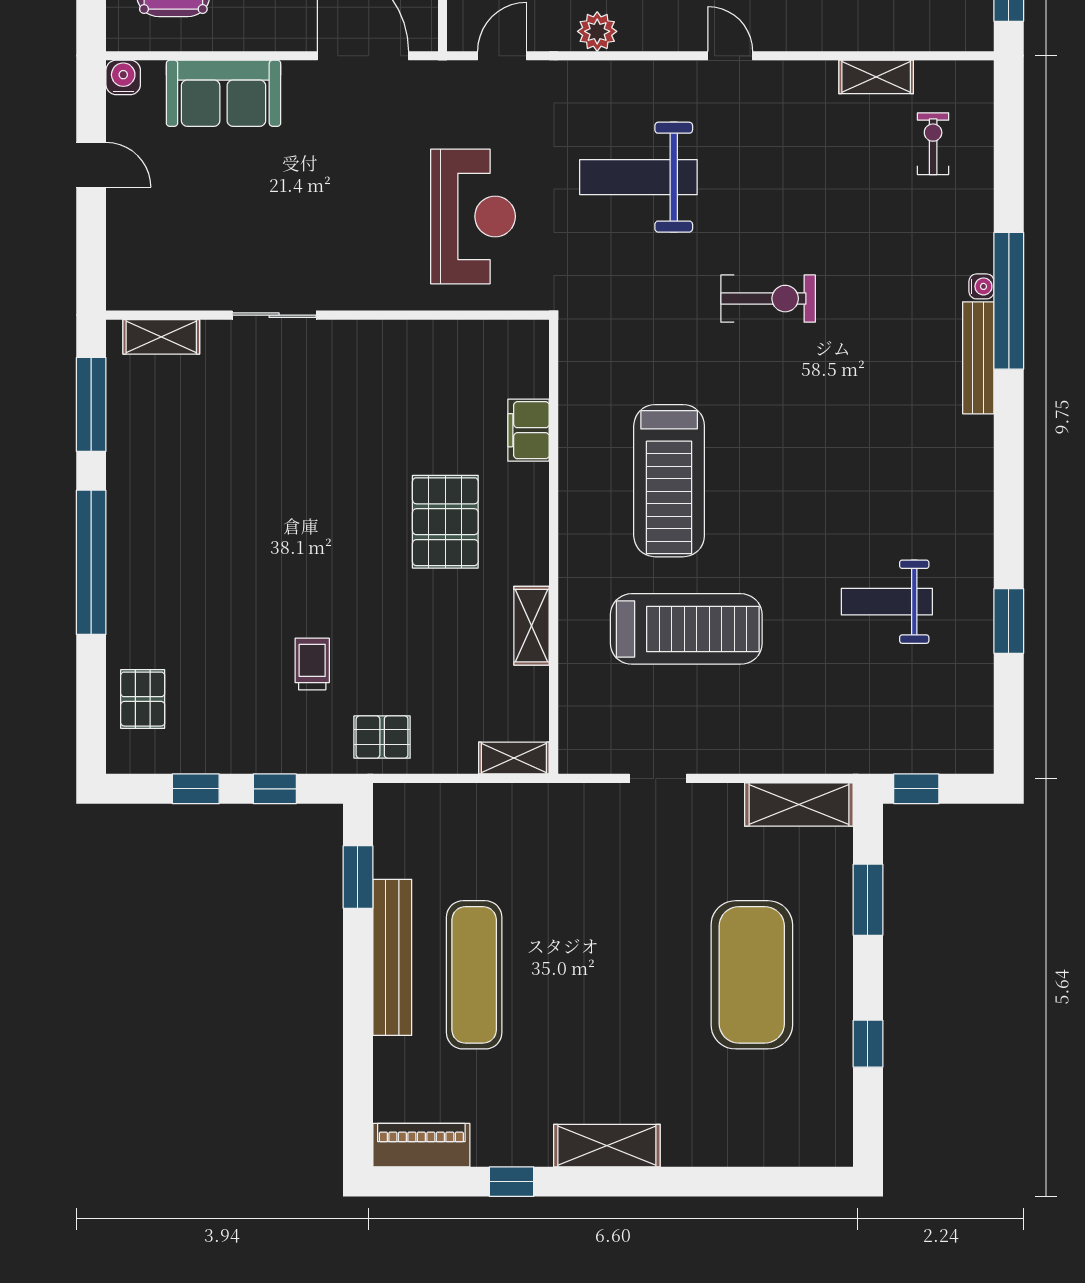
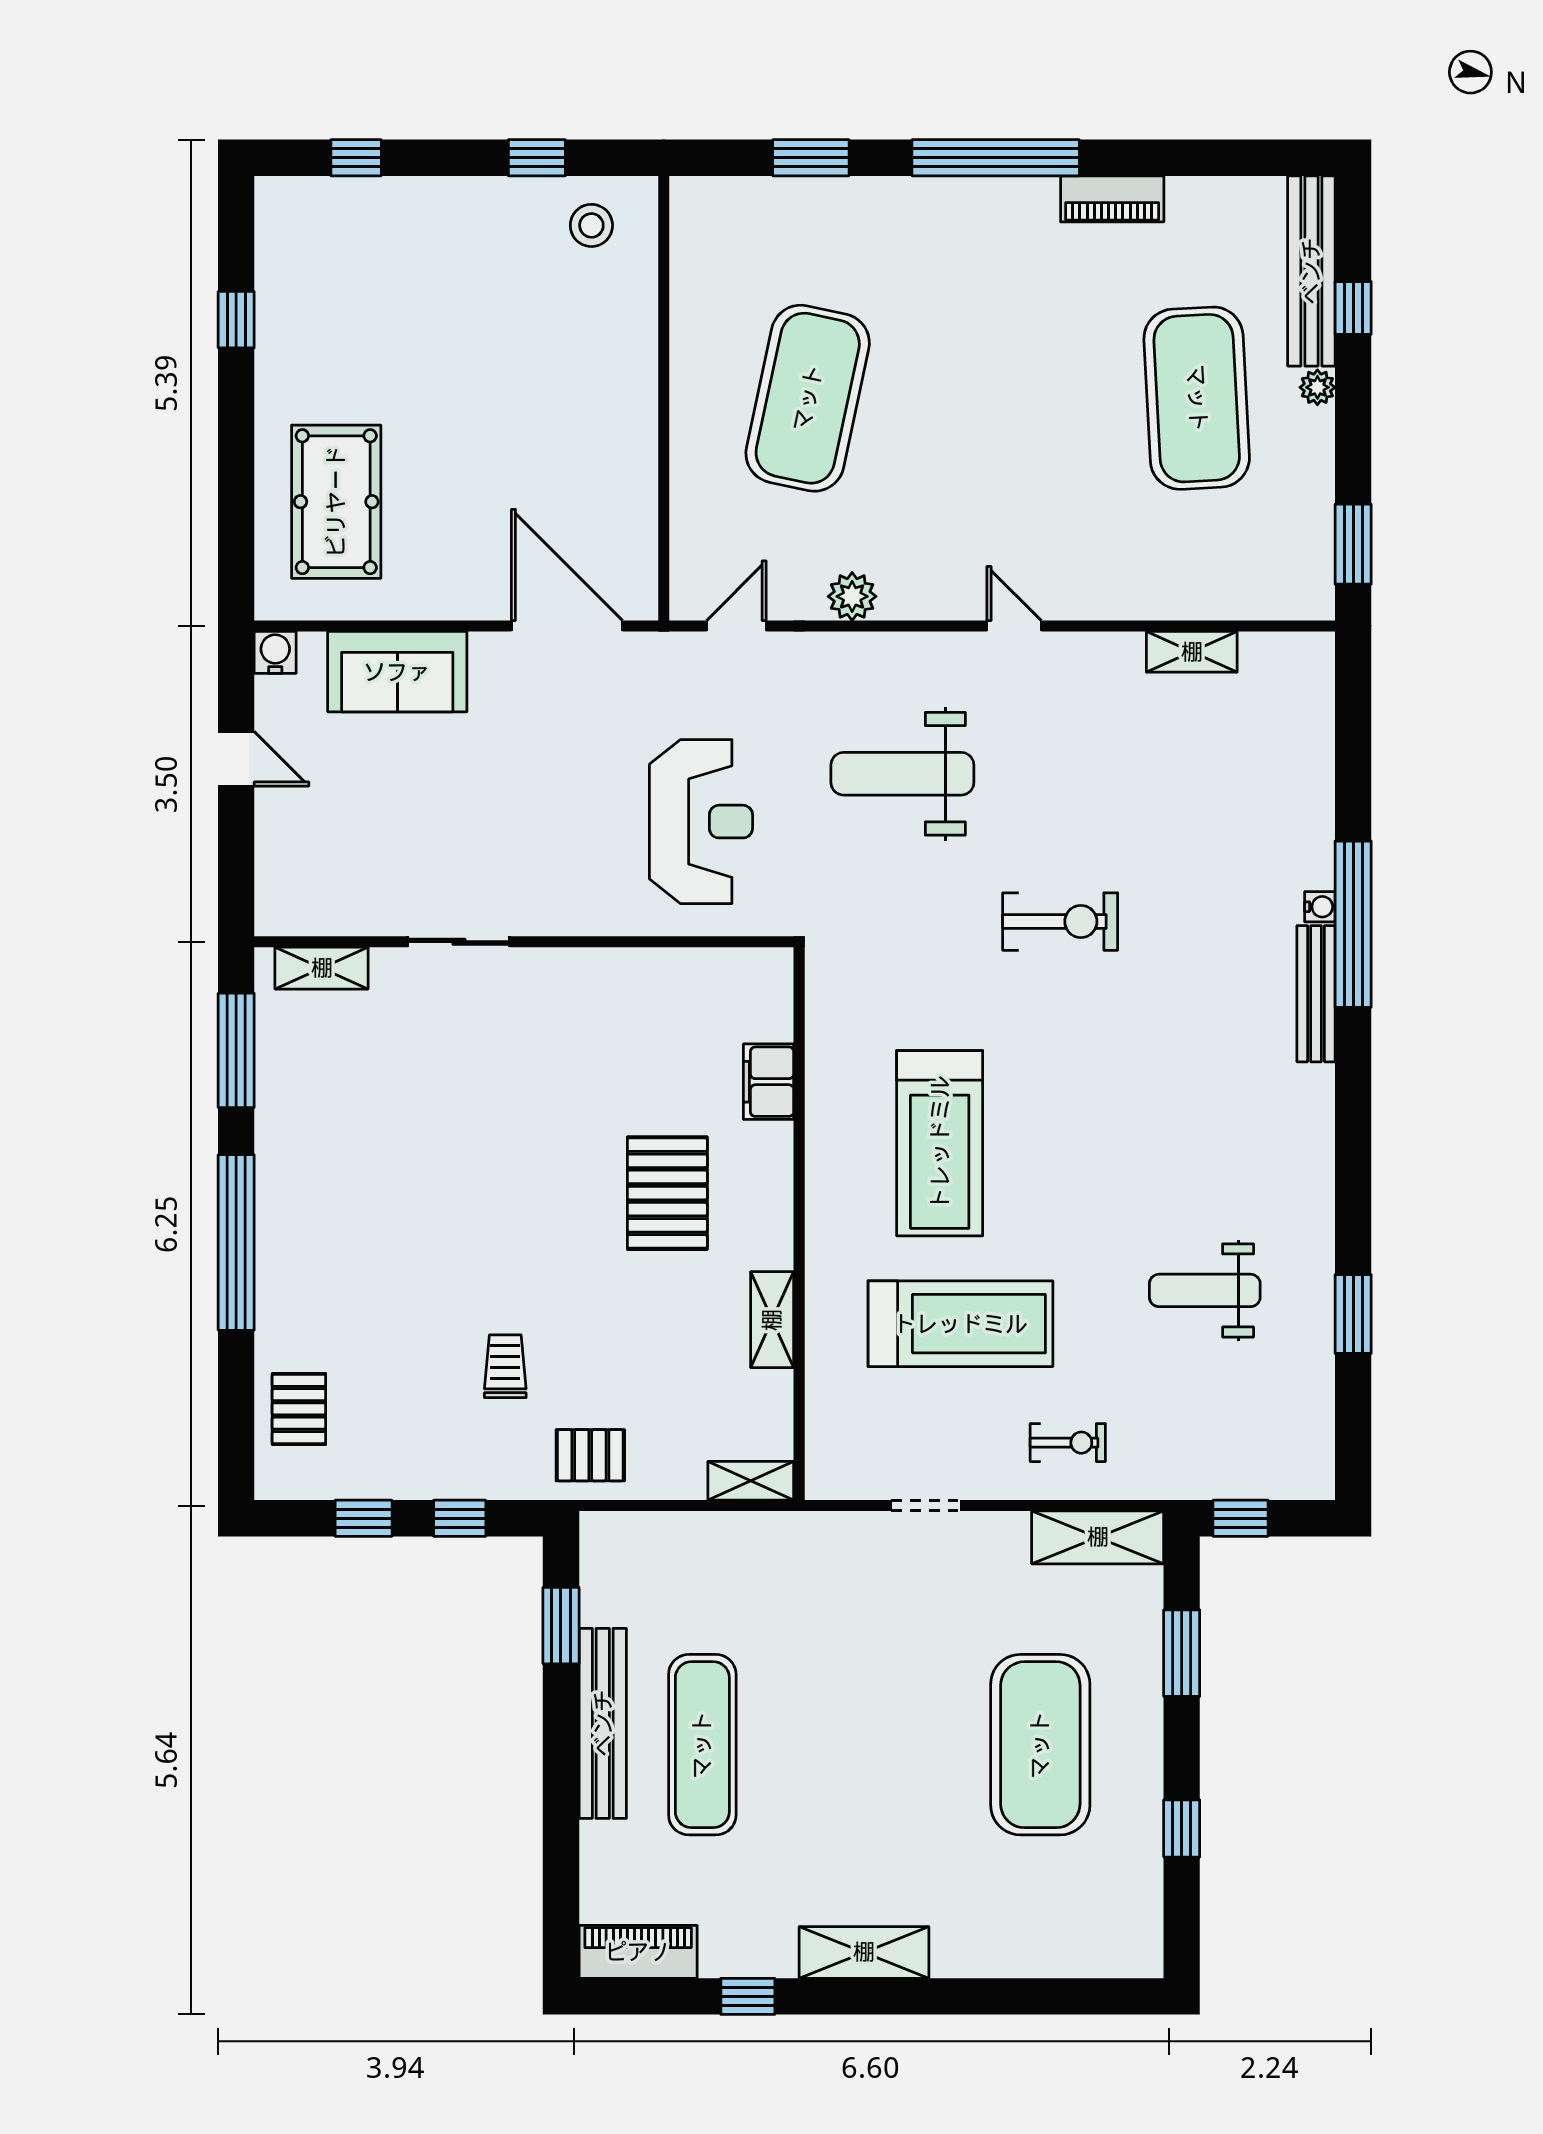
exercise bike: (933, 144) -> (1068, 1443), moved, turned 90

